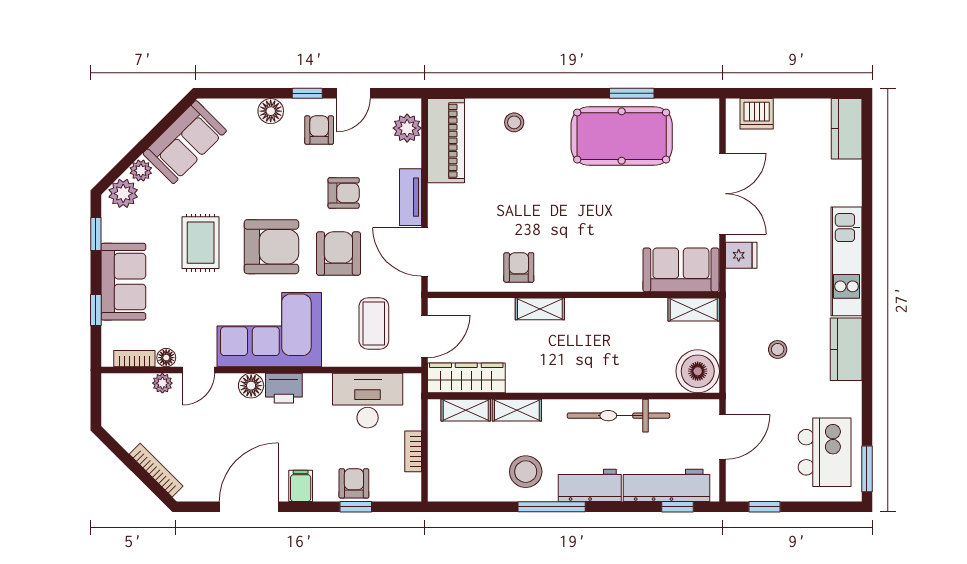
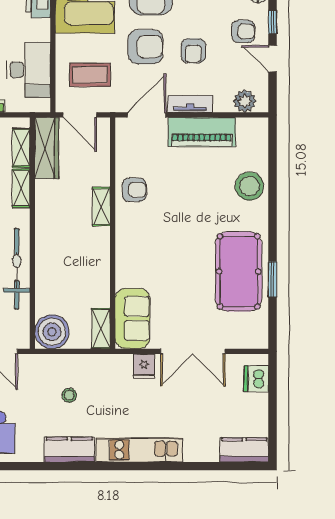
stool: (514, 122) -> (249, 186), width x1.89, depth x1.89
piano: (446, 141) -> (202, 132), moved

